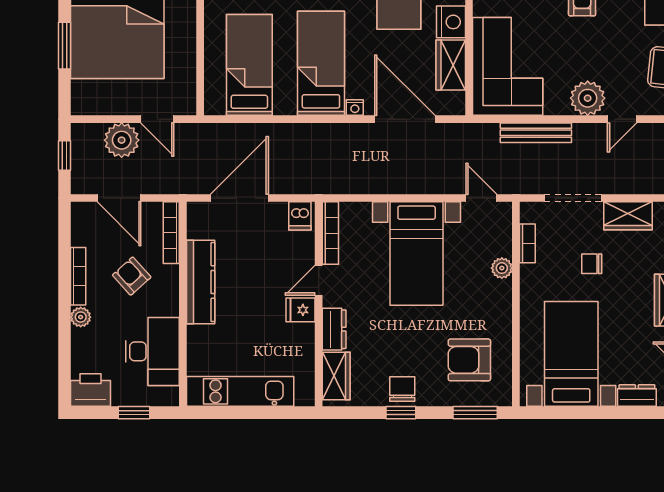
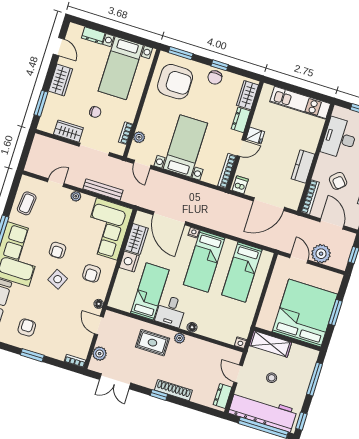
plant: (588, 98) -> (76, 196), width x0.53, depth x0.53
plant: (502, 268) -> (139, 137), moved
kitchen counter: (201, 282) -> (303, 167), width x0.67
armchair: (469, 360) -> (175, 82), width x1.36, depth x1.36

